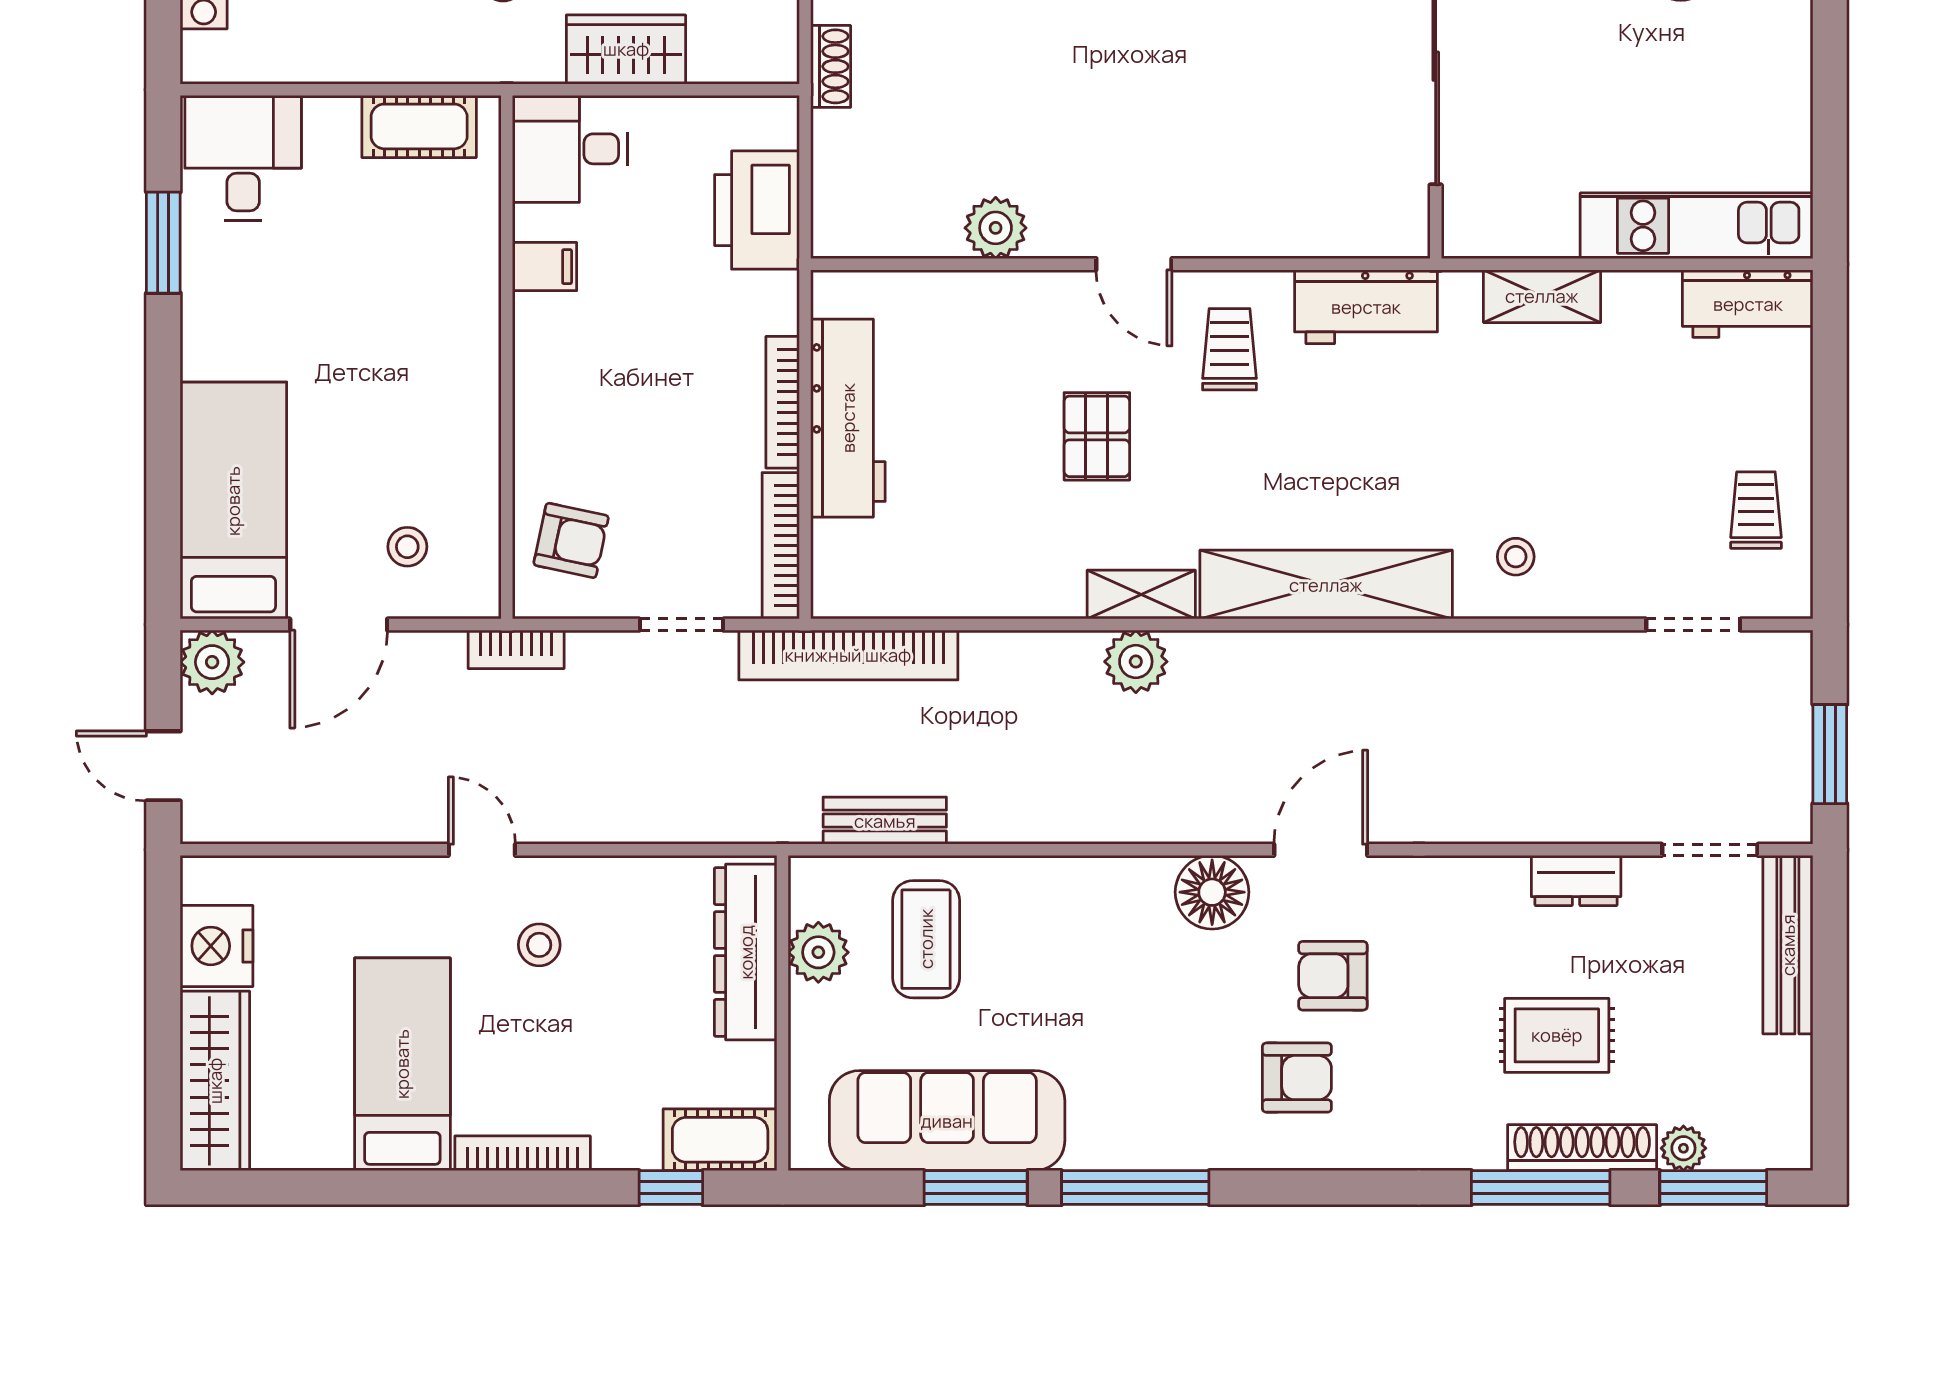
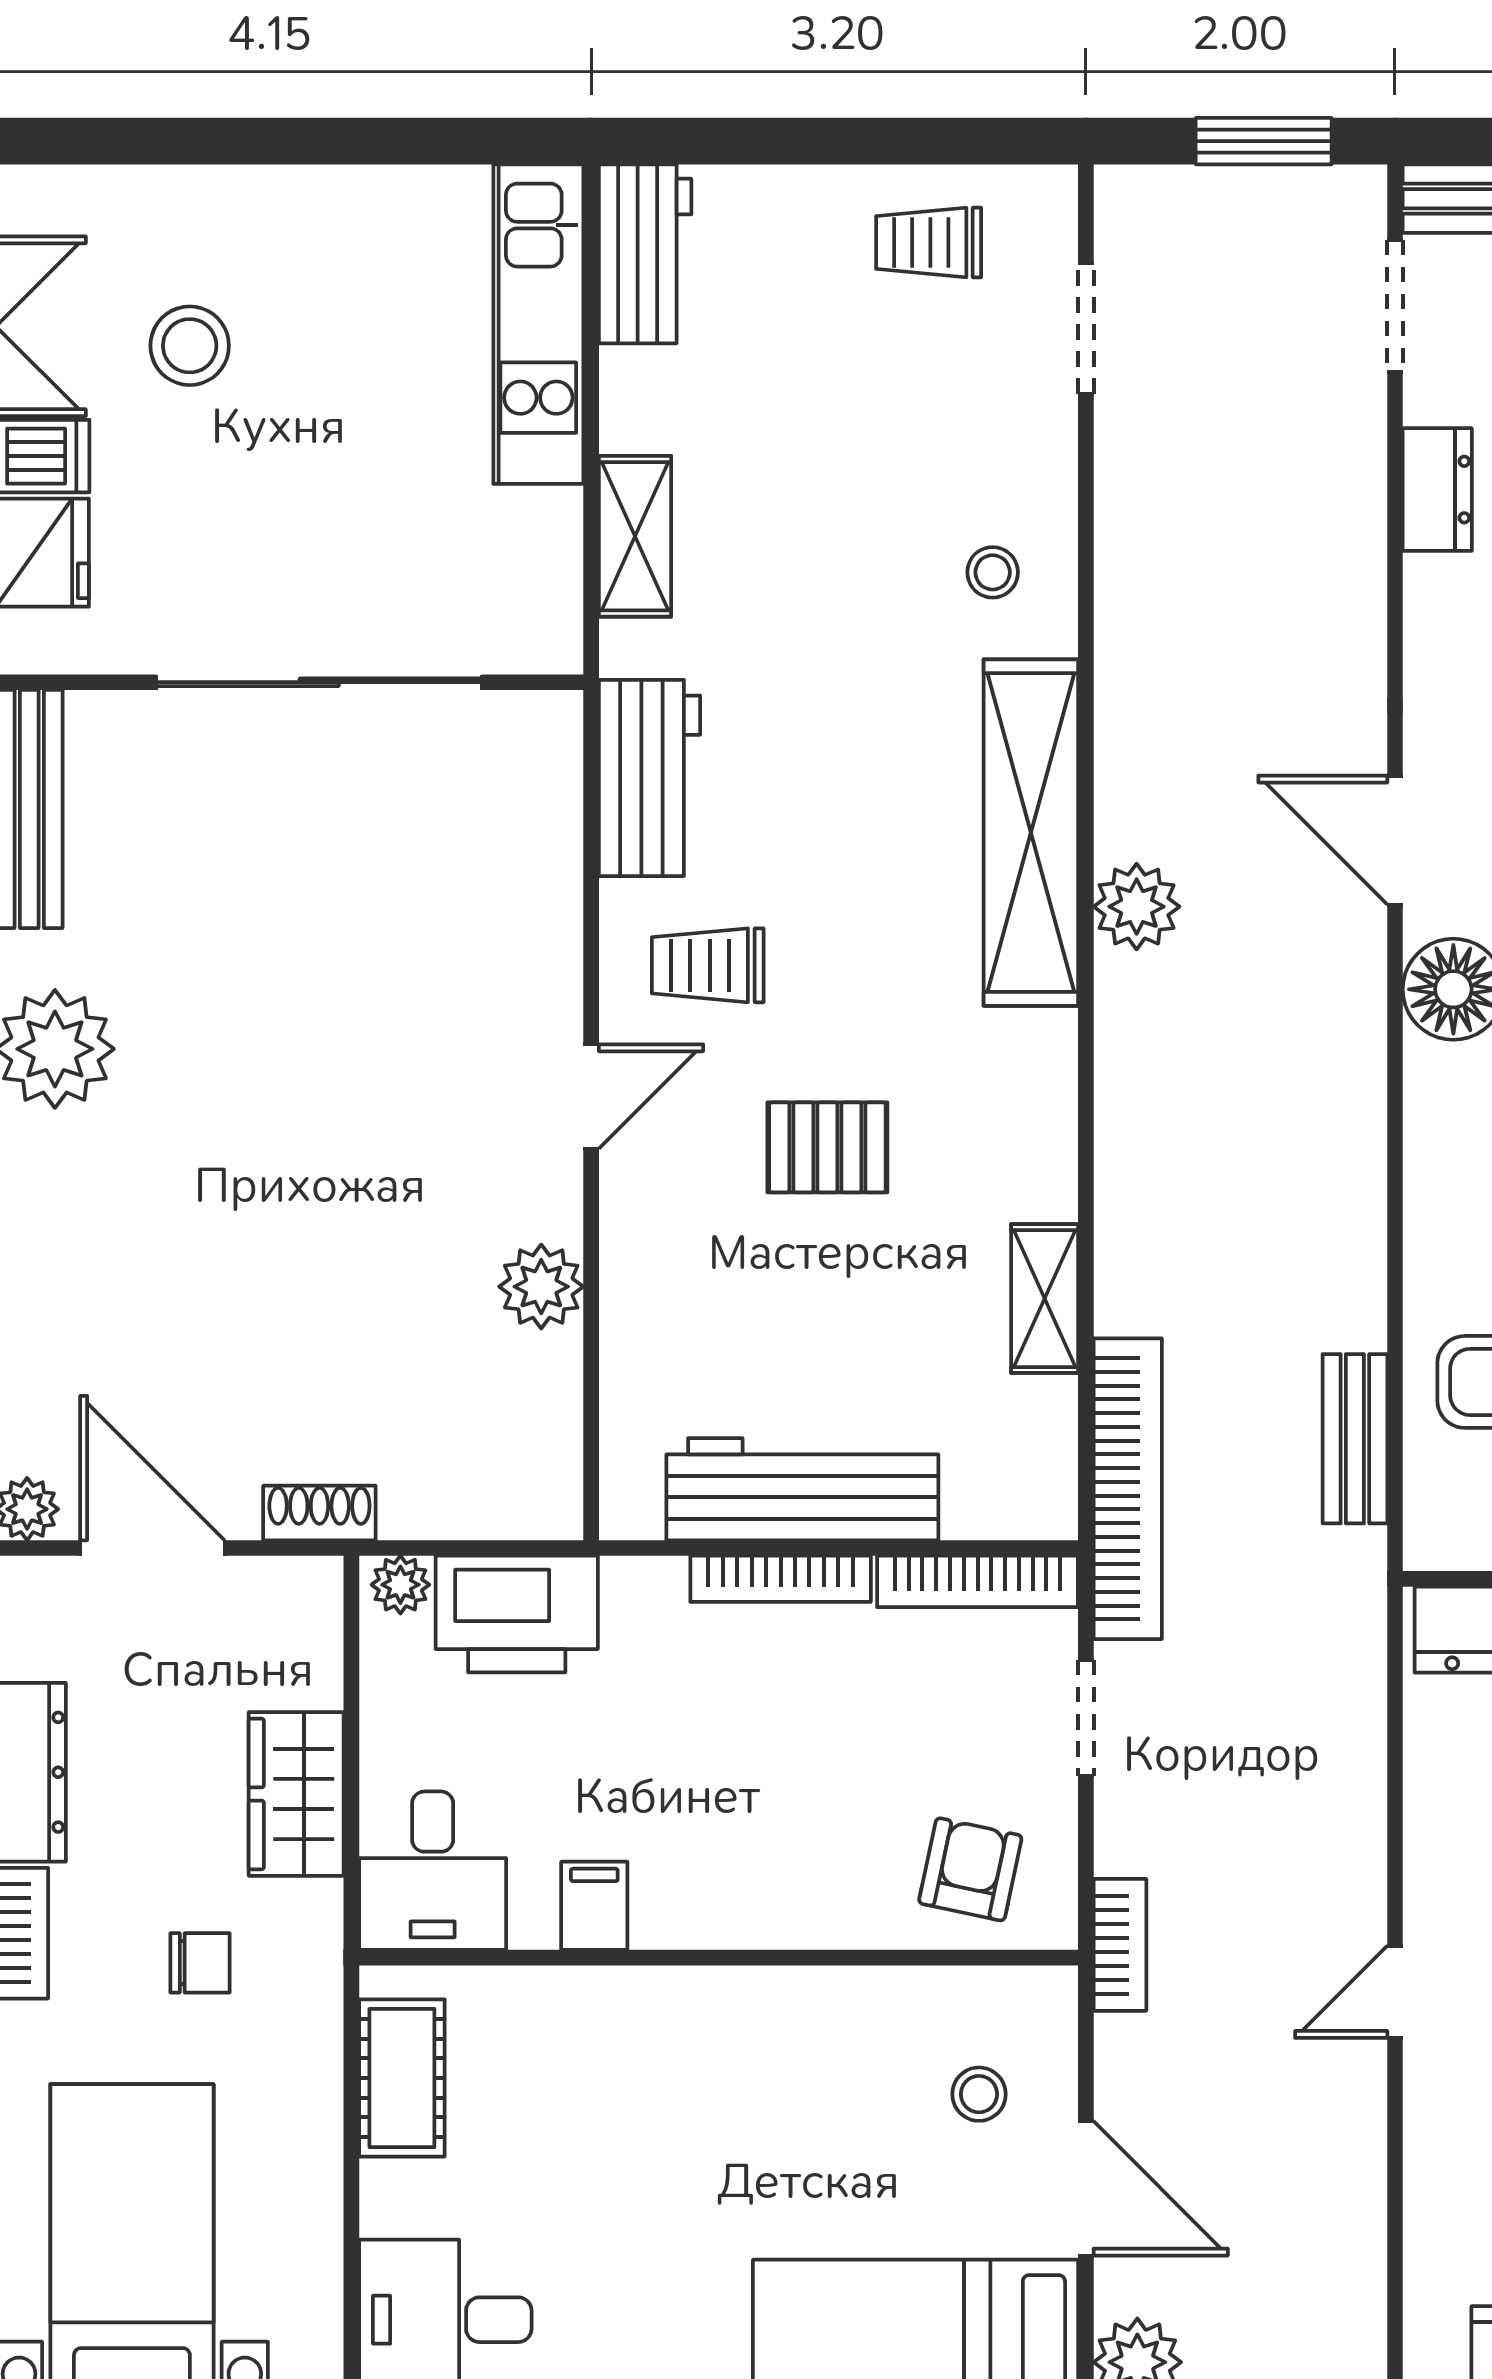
plant: (778, 125) -> (400, 1585), added
shelving: (1141, 595) -> (1045, 1299), moved
plant: (1136, 662) -> (1137, 907), moved

